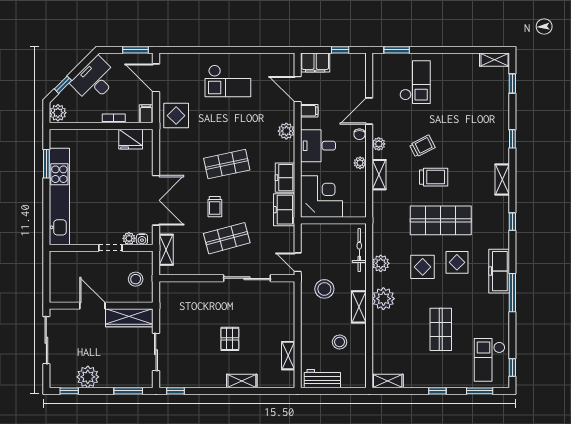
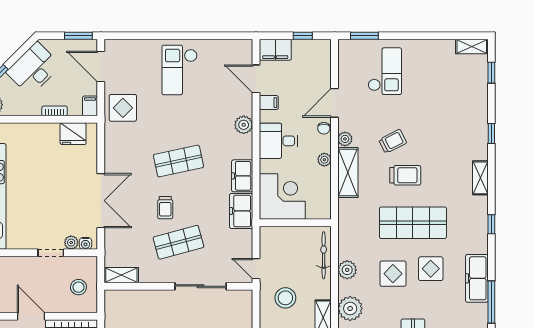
checkout: (228, 81) -> (180, 70), turned 90
shelving: (379, 175) -> (348, 173), width x1.50, depth x1.33
shelving: (166, 250) -> (121, 275), moved, turned 90

